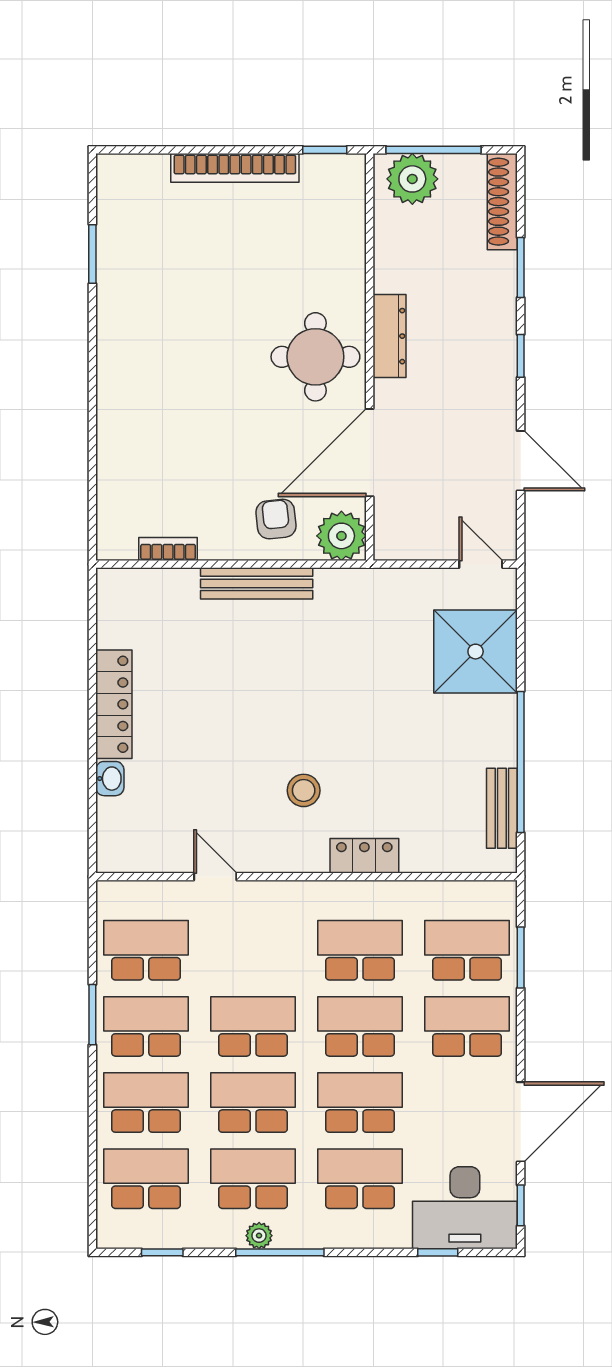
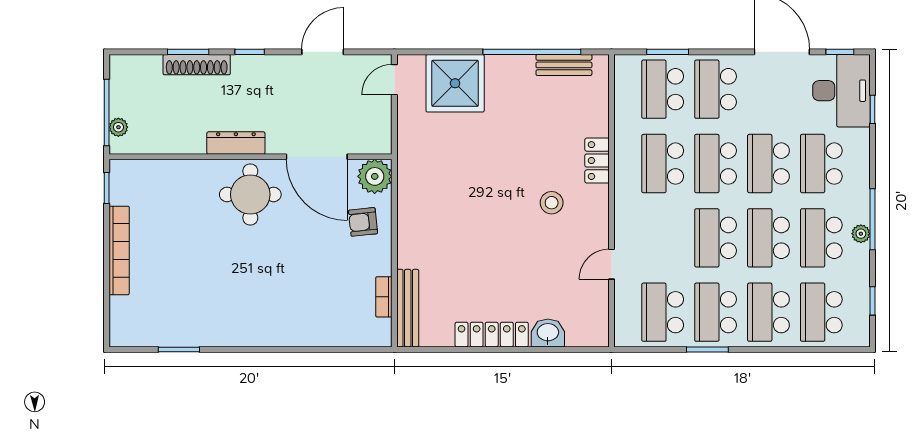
plant: (412, 179) -> (118, 127), width x0.53, depth x0.53
shoe rack: (502, 202) -> (197, 65), moved
bench: (257, 583) -> (408, 308), moved
washbasin: (110, 779) -> (548, 333), width x1.38, depth x1.45

